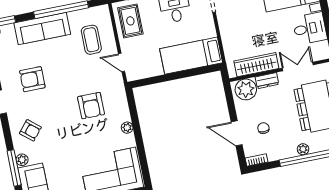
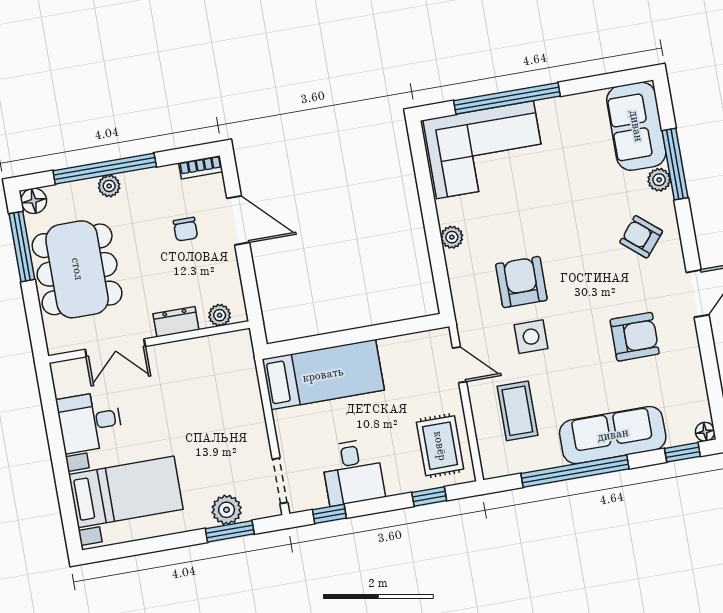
wardrobe: (256, 65) -> (196, 353), removed
side table: (85, 78) -> (531, 337), added
plant: (246, 89) -> (220, 315), width x0.53, depth x0.53

